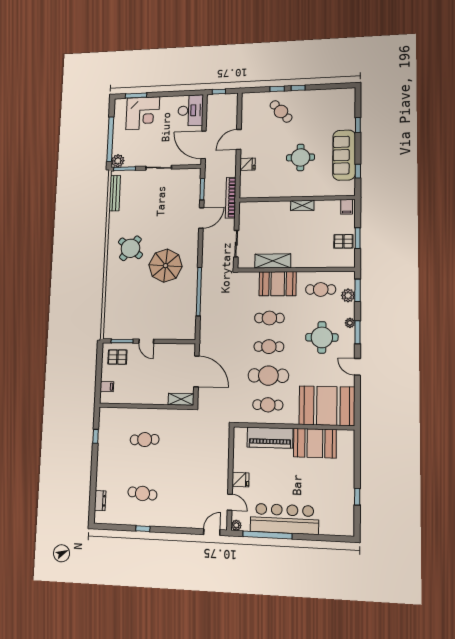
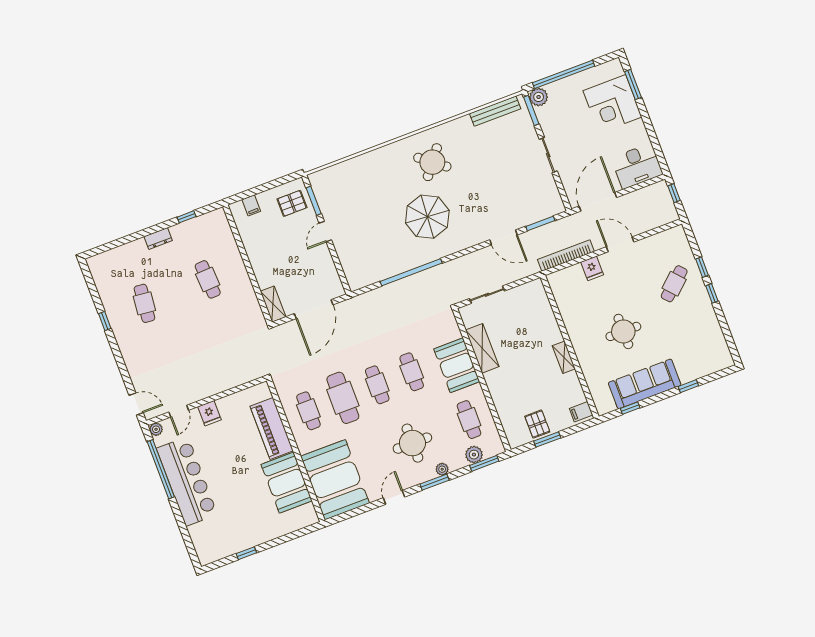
bookcase: (231, 198) -> (566, 256), moved
pallet: (117, 357) -> (292, 203), turned 90
dresser: (100, 501) -> (158, 239), moved

